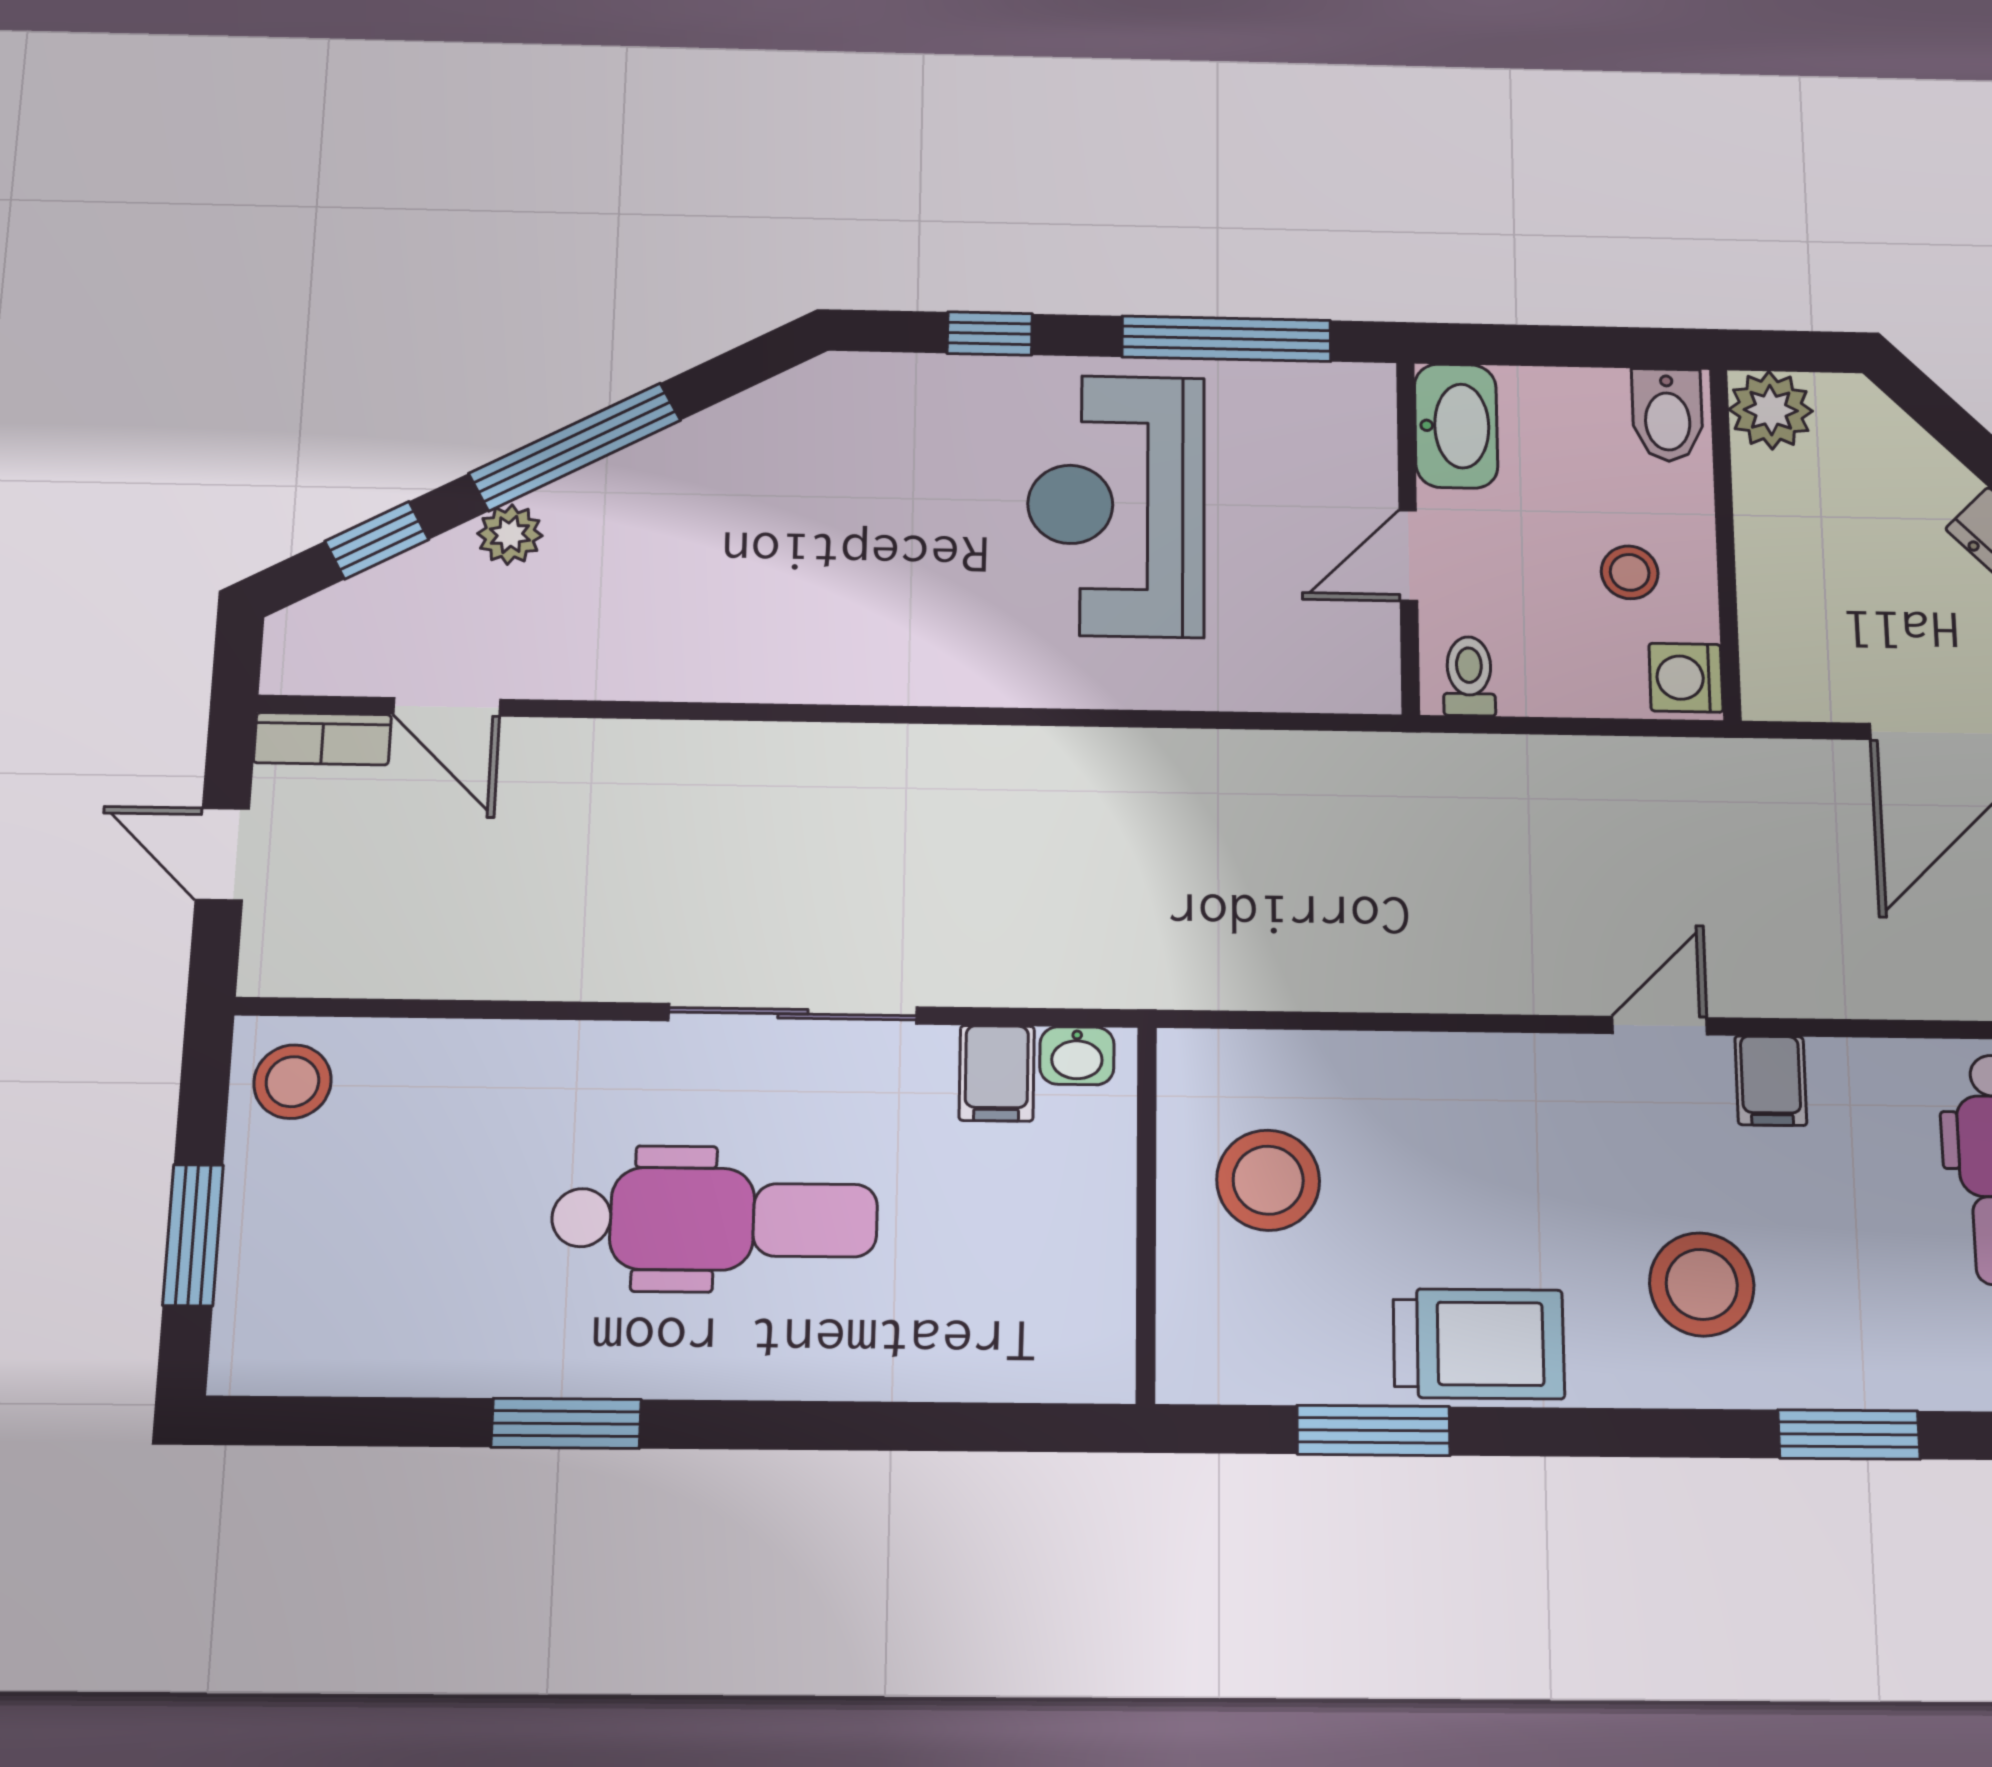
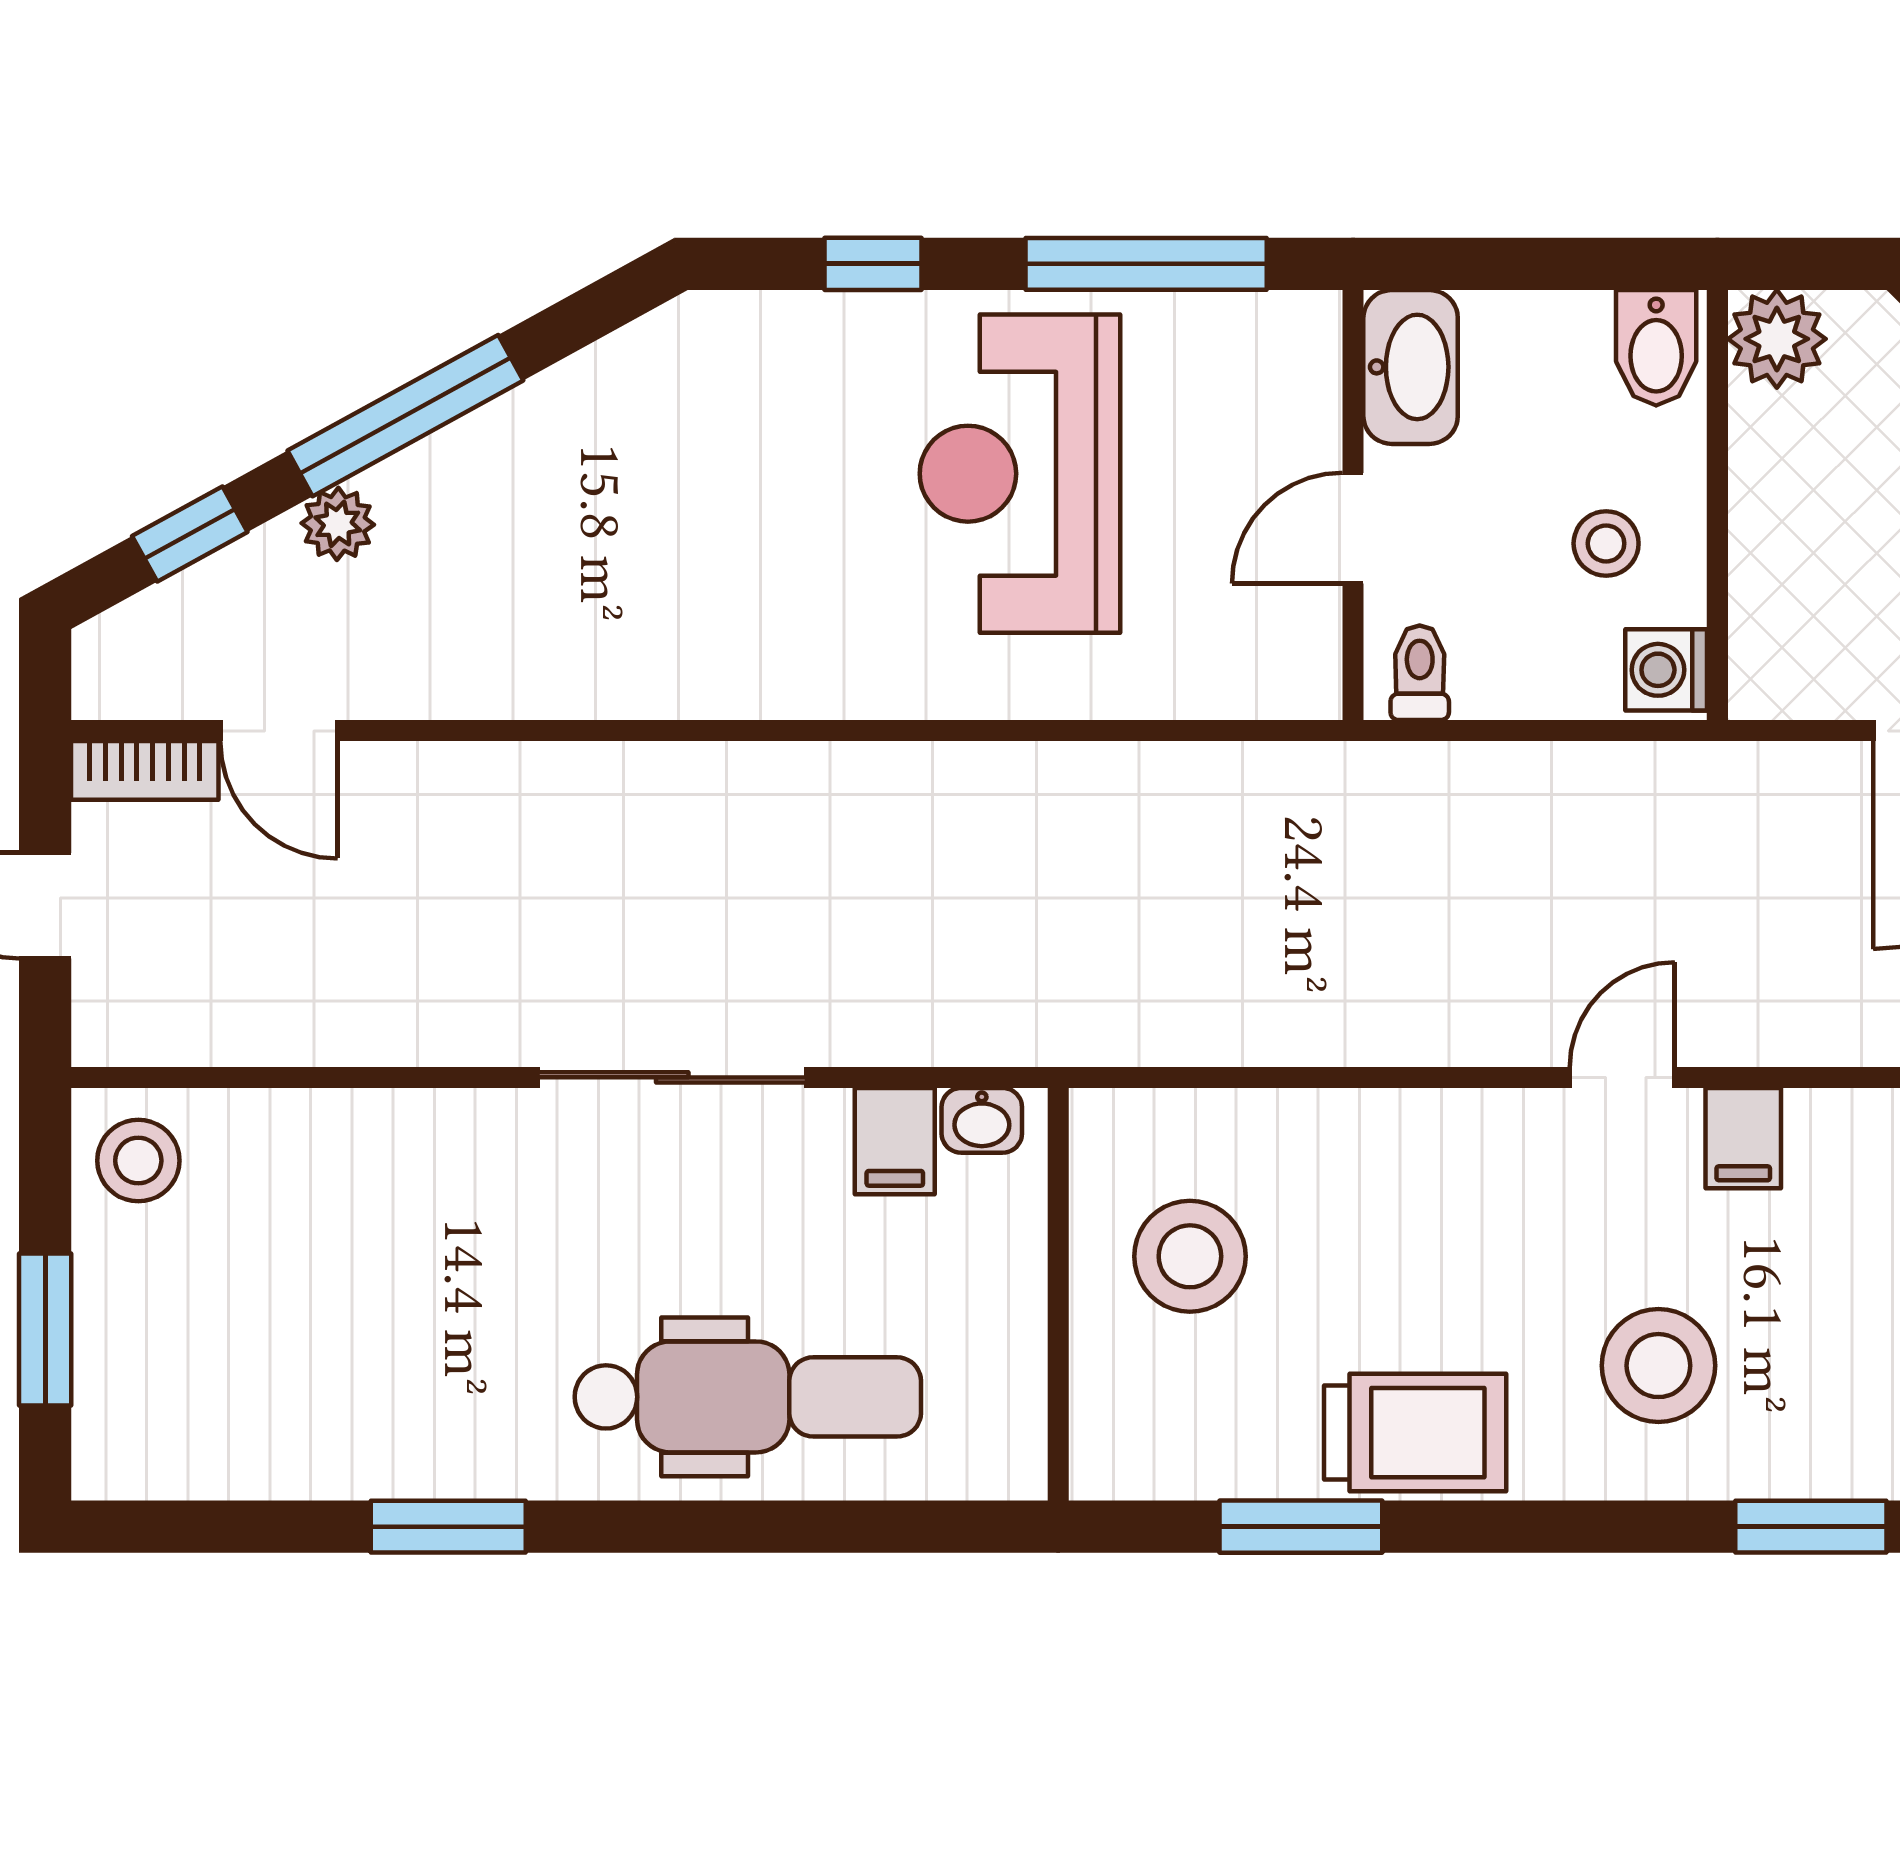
dental chair: (715, 1219) -> (748, 1397), moved

